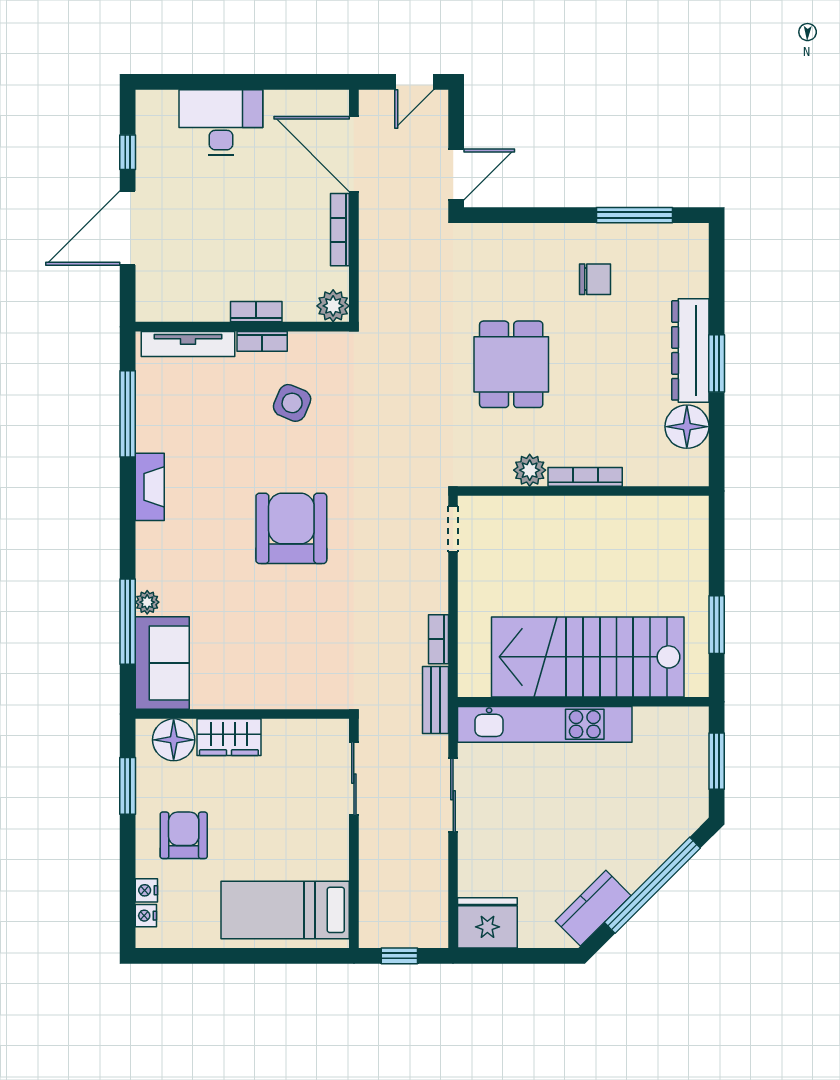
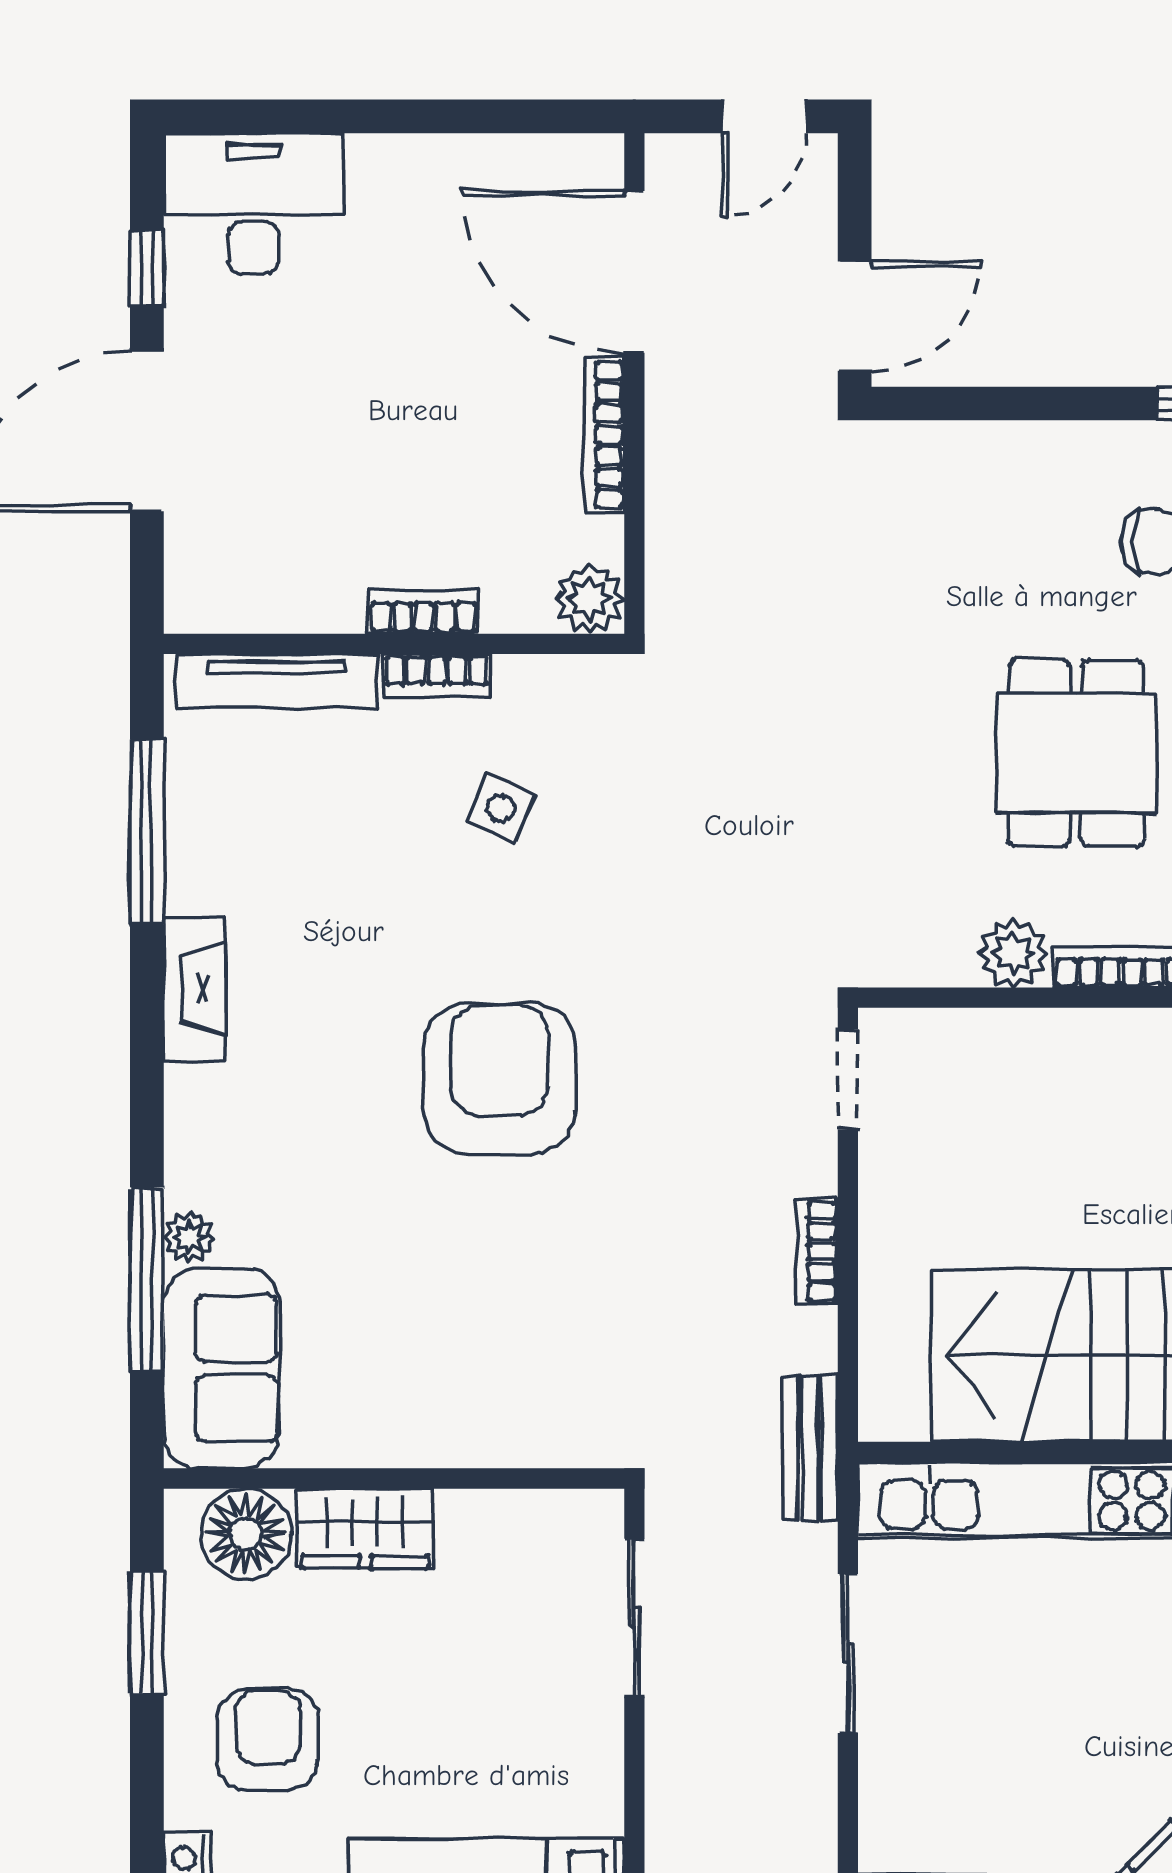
desk: (221, 122) -> (253, 204), moved
dining table: (511, 364) -> (1076, 753), moved
side table: (292, 403) -> (501, 808), width x0.73, depth x0.73
bookcase: (439, 639) -> (817, 1251), moved

